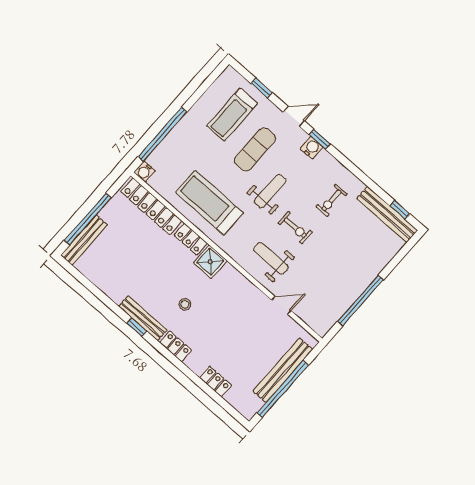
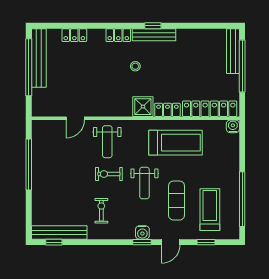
window: (163, 134) -> (242, 199), moved
weight bench: (271, 258) -> (107, 142), turned 90
bench: (283, 370) -> (39, 58), moved

